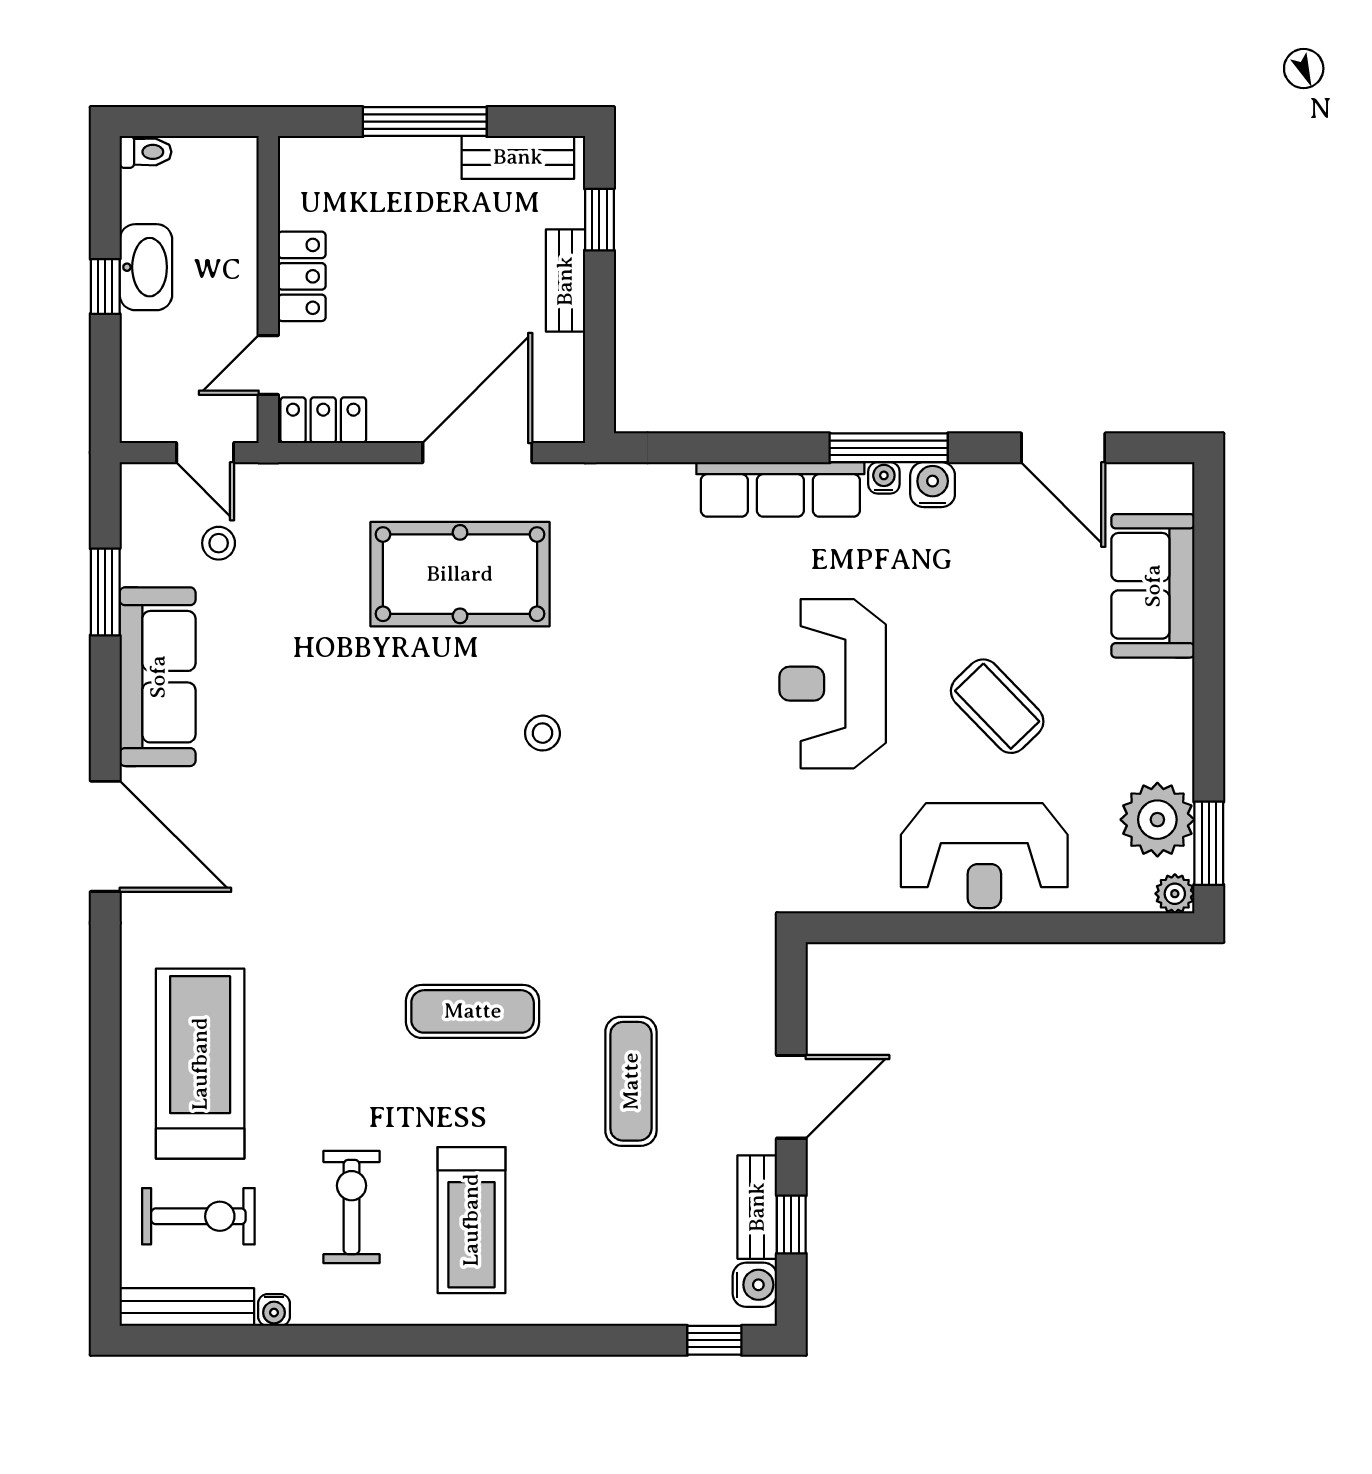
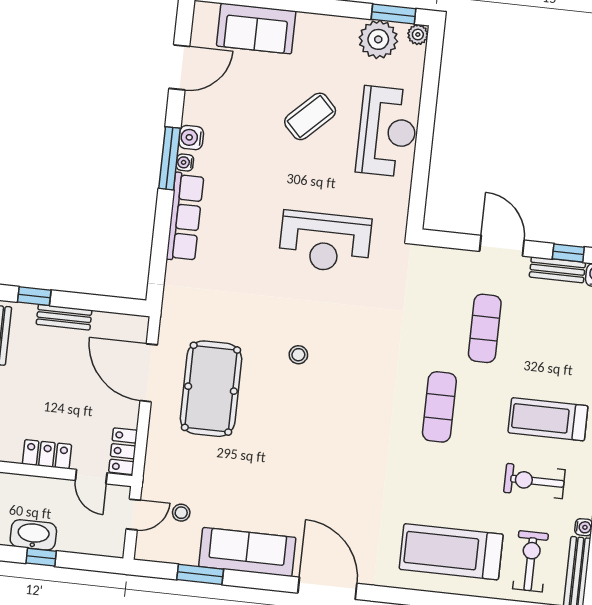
reception desk: (833, 684) -> (325, 242), moved
door: (105, 836) -> (327, 588), hinge flipped
exercise mat: (631, 1081) -> (485, 328), turned 90
treadmill: (471, 1220) -> (548, 419), turned 180

